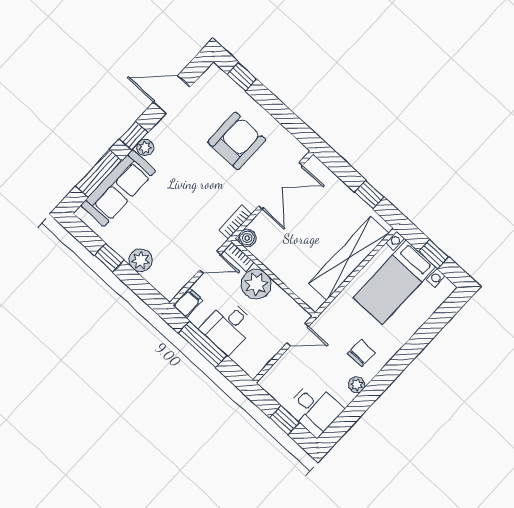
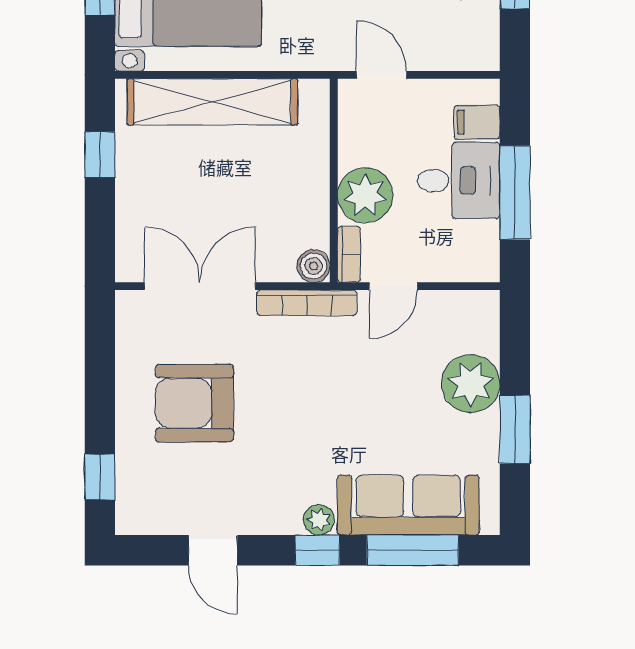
door: (172, 94) -> (213, 550), width x0.73
bookcase: (235, 222) -> (307, 303), width x1.56
window: (109, 258) -> (515, 429), width x1.50
plant: (141, 260) -> (471, 384), width x1.36, depth x1.36
door: (210, 262) -> (393, 286), swing flipped
filing cabinet: (188, 303) -> (477, 122), moved

